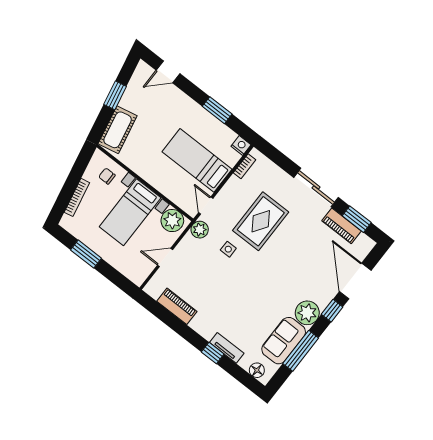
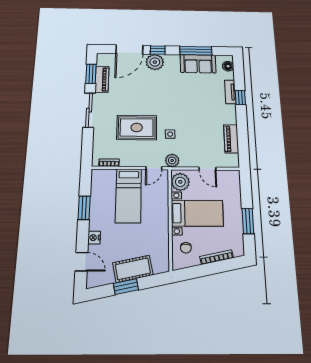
cot: (118, 130) -> (133, 269), moved
nightstand: (241, 146) -> (94, 238), moved
plant: (307, 313) -> (155, 62), moved

